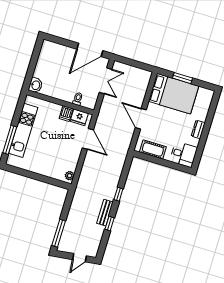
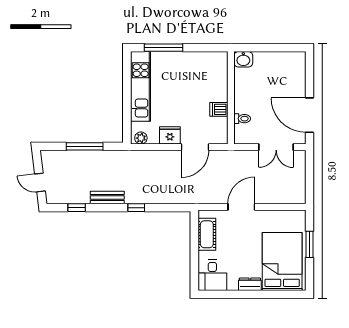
bed: (174, 94) -> (282, 261), moved, turned 180
fridge: (79, 117) -> (170, 135), moved, turned 90
kitchen unit: (23, 130) -> (141, 86), moved, turned -90
window: (110, 224) -> (77, 208), moved
window: (59, 233) -> (85, 146), moved

